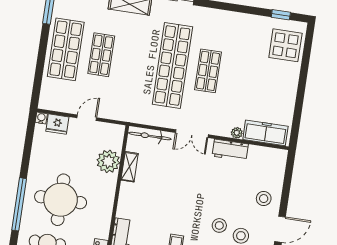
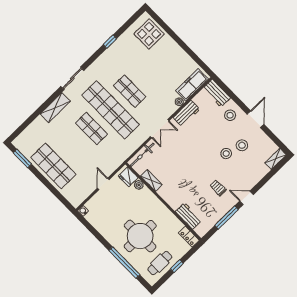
window: (281, 15) -> (110, 42), moved
shop shelf: (101, 55) -> (91, 129), moved
fridge: (57, 124) -> (128, 177), moved, turned 90
plant: (108, 161) -> (139, 185), width x0.53, depth x0.53
workbench: (277, 166) -> (217, 93), added

